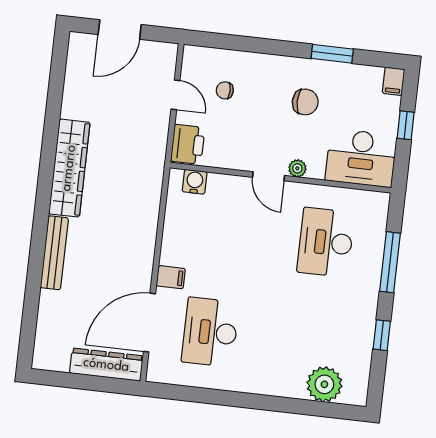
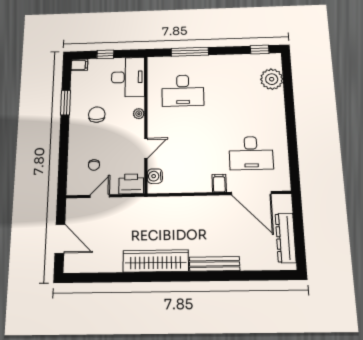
door: (269, 176) -> (146, 148), moved
window: (382, 335) -> (260, 50), moved
dresser: (106, 365) -> (286, 238), moved

